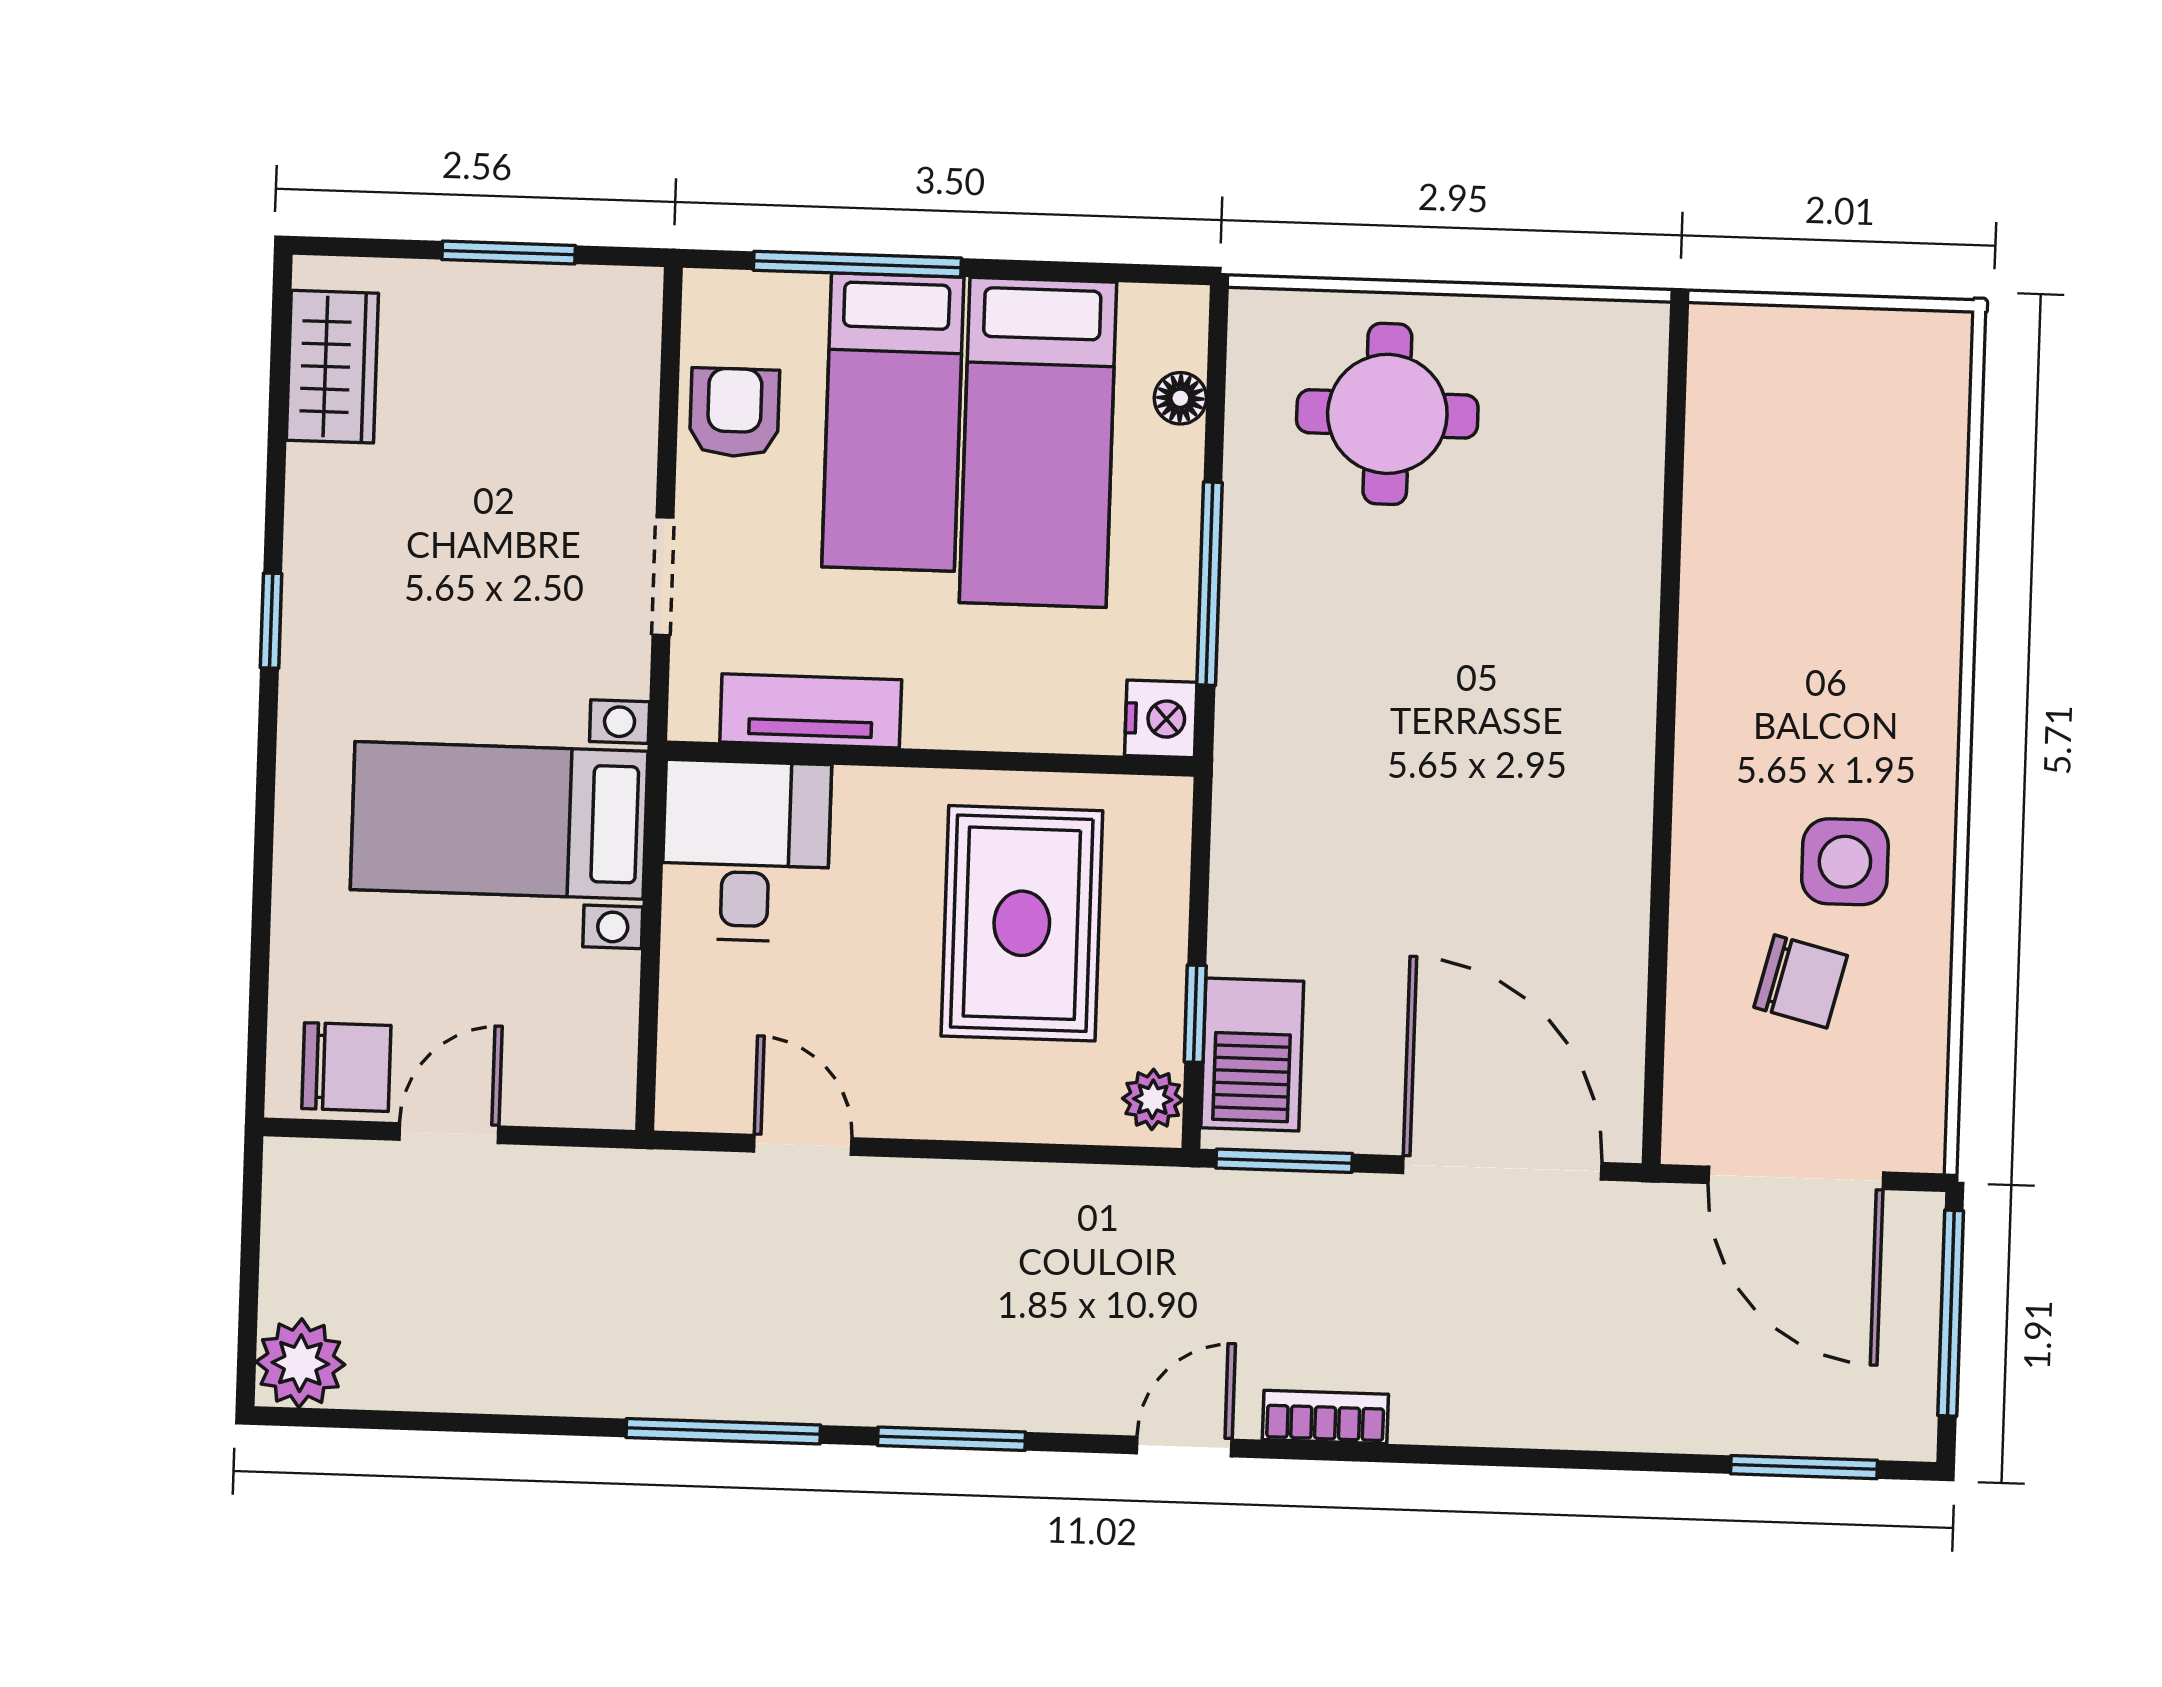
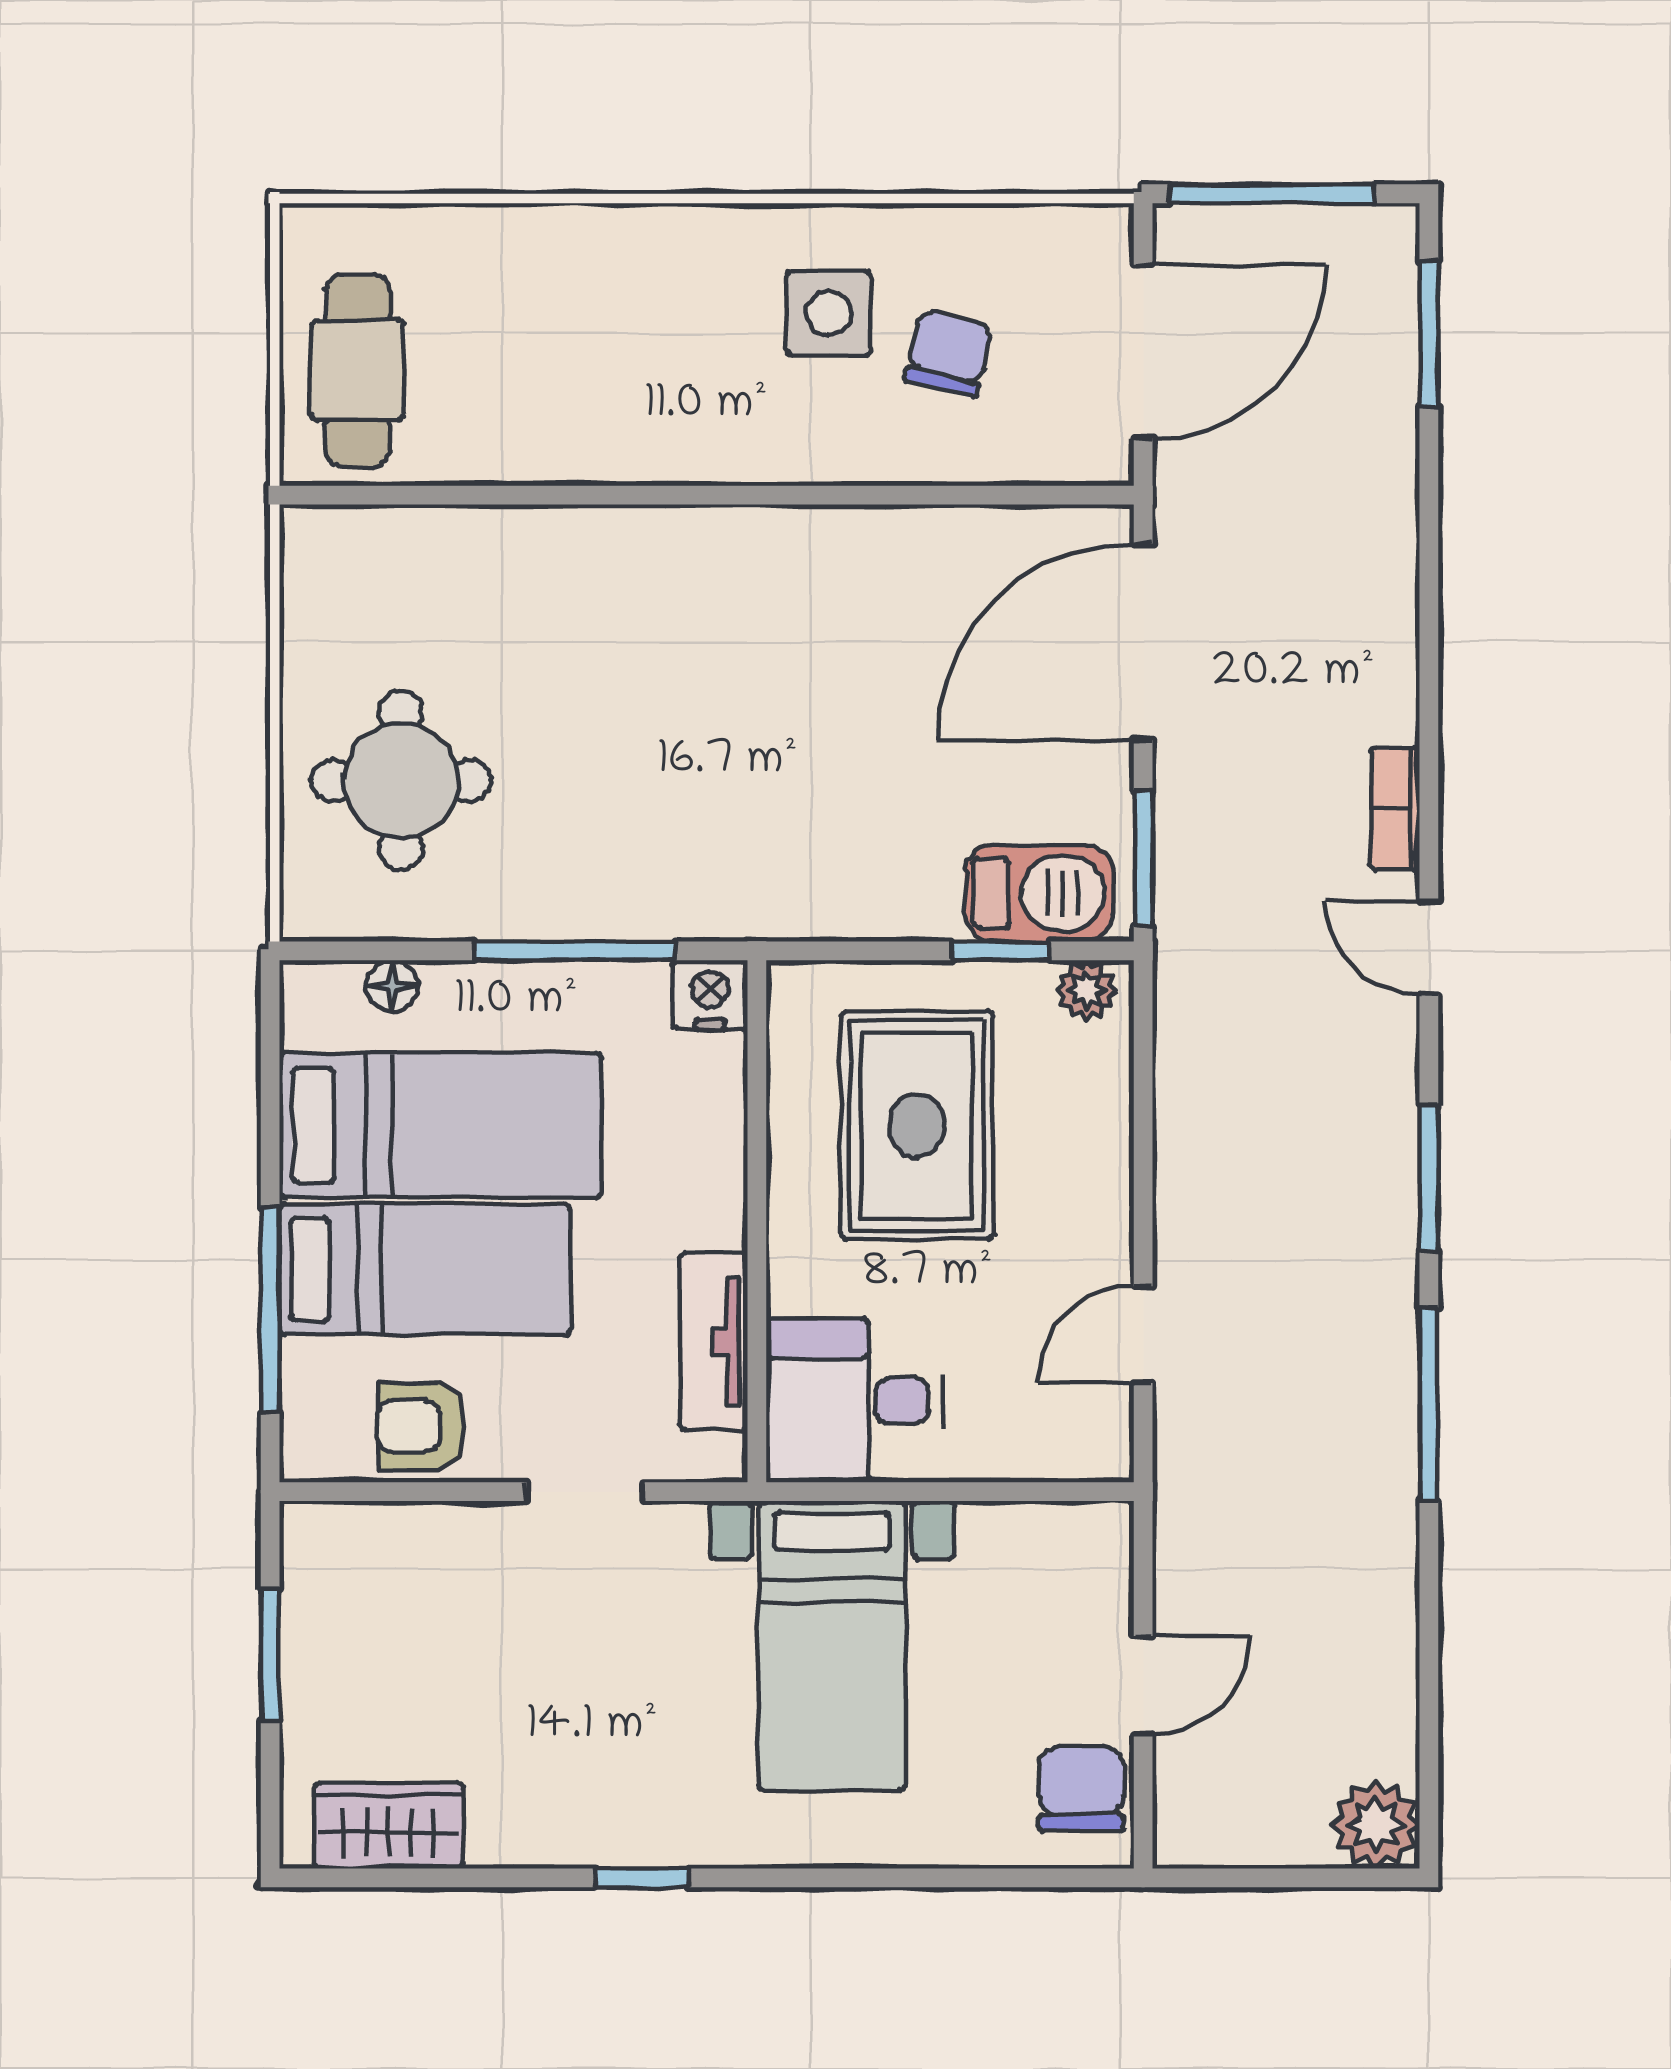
cafe table: (1803, 384) -> (357, 370), added
rug: (1022, 923) -> (917, 1125), turned 90
door: (449, 1133) -> (1143, 1685), swing flipped

